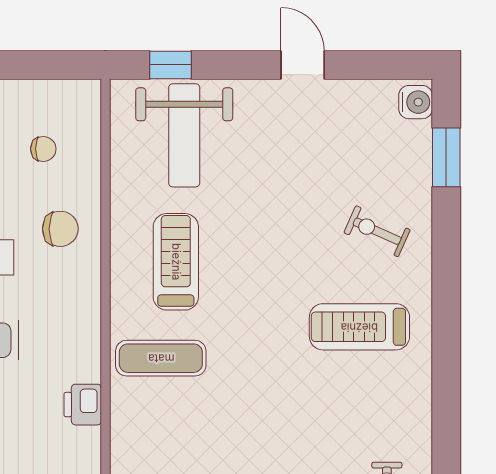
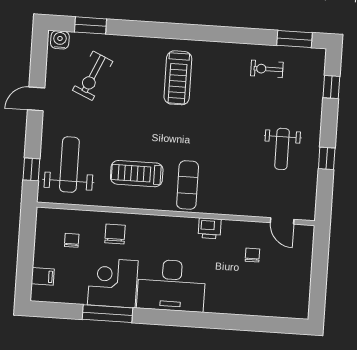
weight bench: (184, 135) -> (69, 165), turned -90
exercise bike: (377, 231) -> (93, 76), moved, width x1.38, depth x1.39

